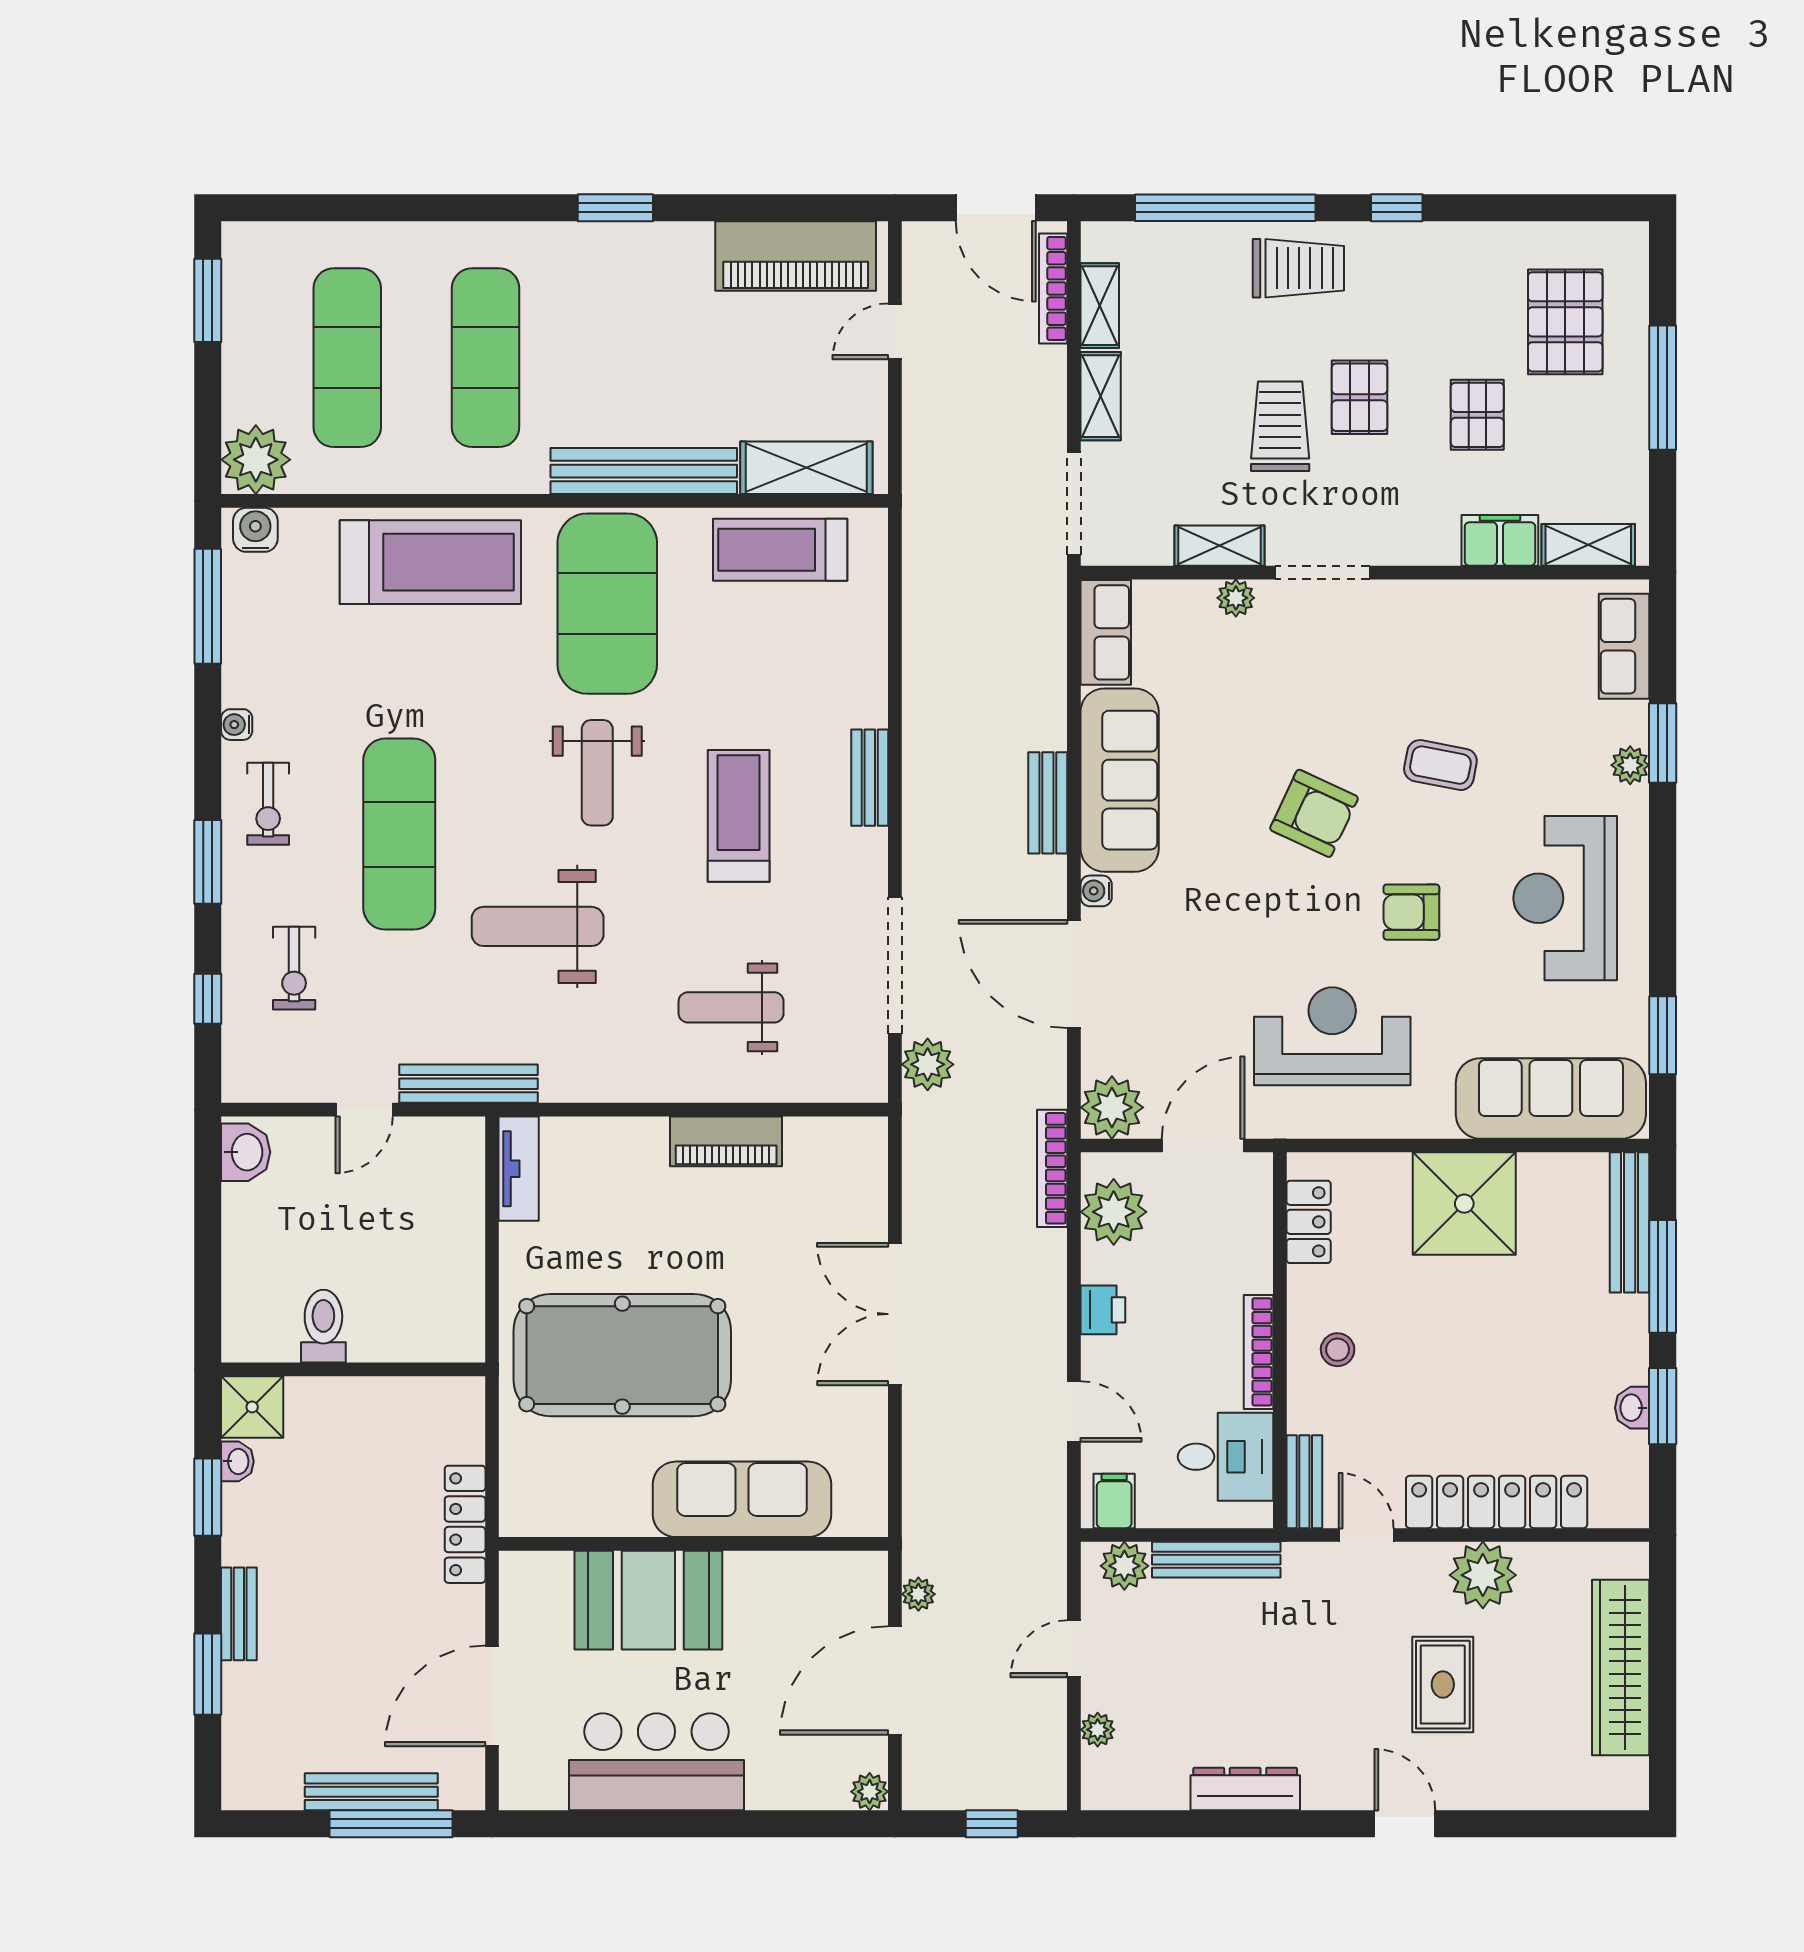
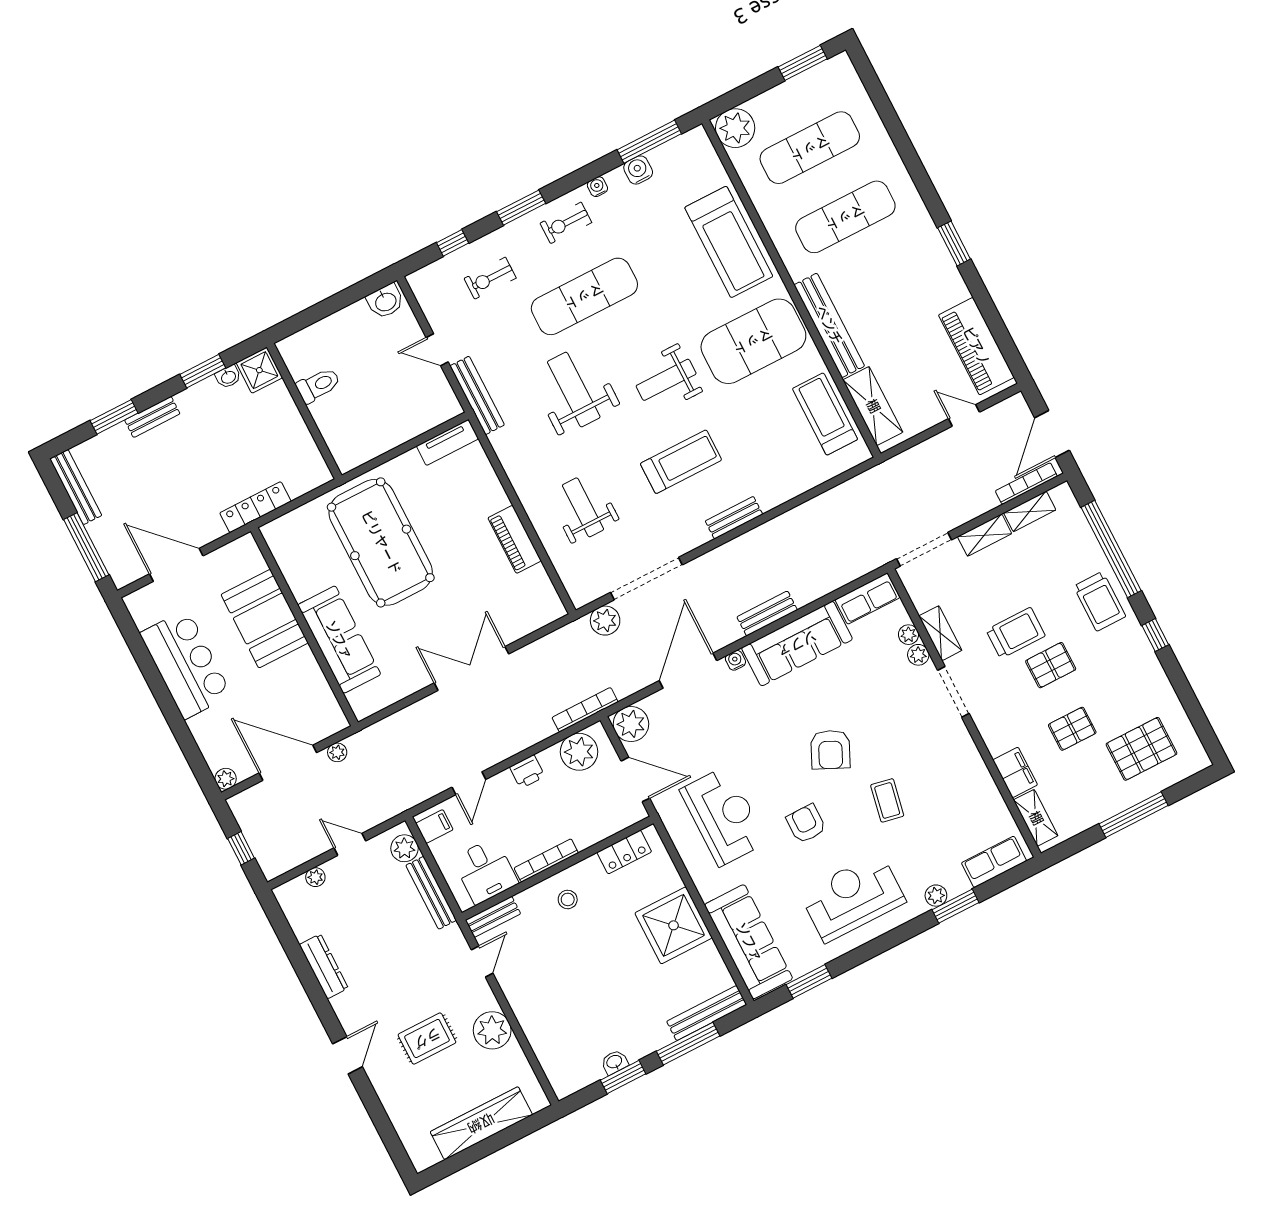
water cooler: (255, 530) -> (638, 170), moved, turned -90
plant: (1196, 597) -> (908, 635), added
locker: (1497, 1502) -> (532, 1018), removed
bench: (371, 1792) -> (76, 487), moved

